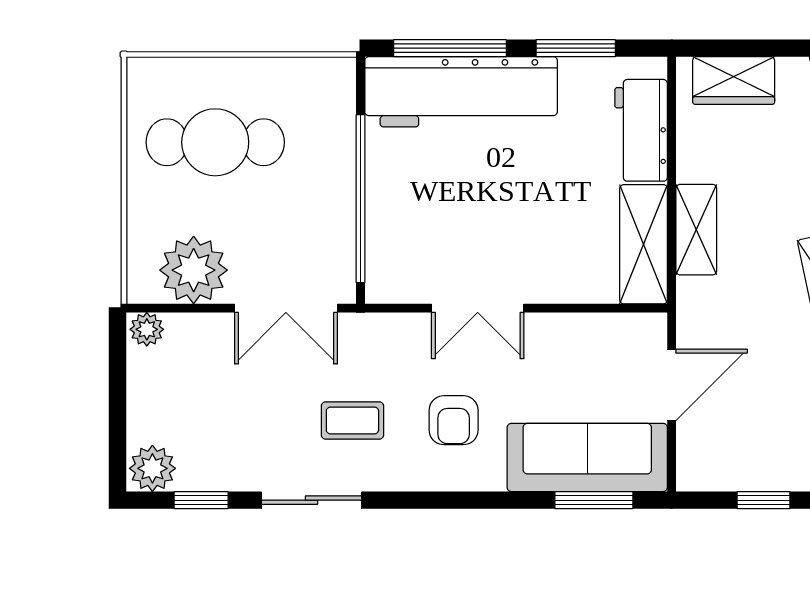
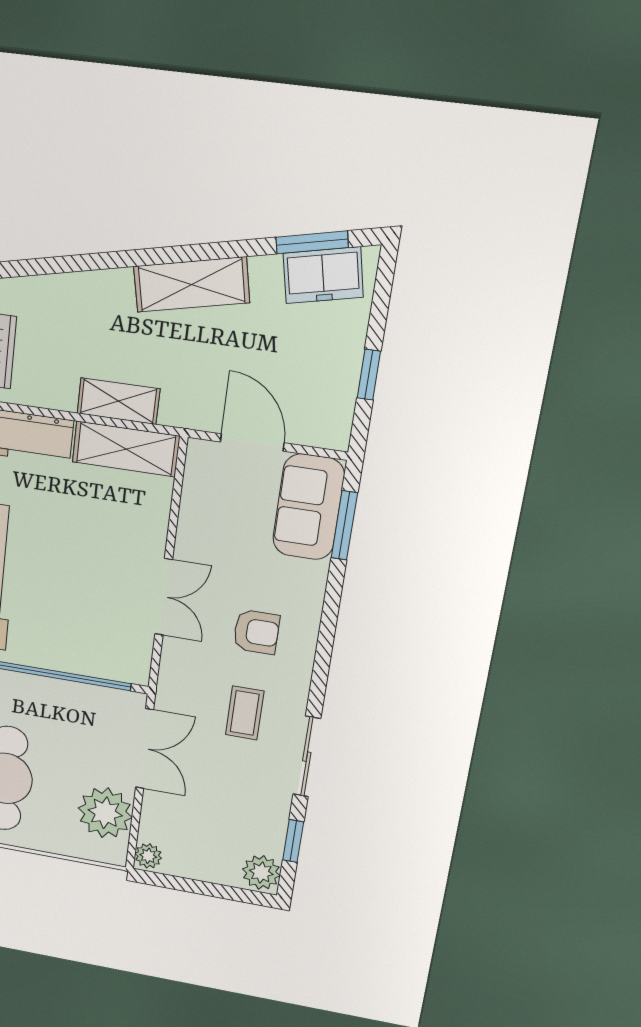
sofa: (587, 457) -> (308, 507), width x0.73

